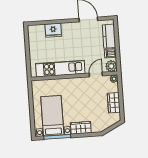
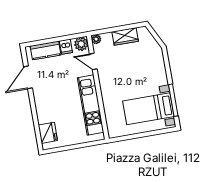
fridge: (53, 30) -> (48, 133), moved
wardrobe: (81, 128) -> (159, 73), removed

